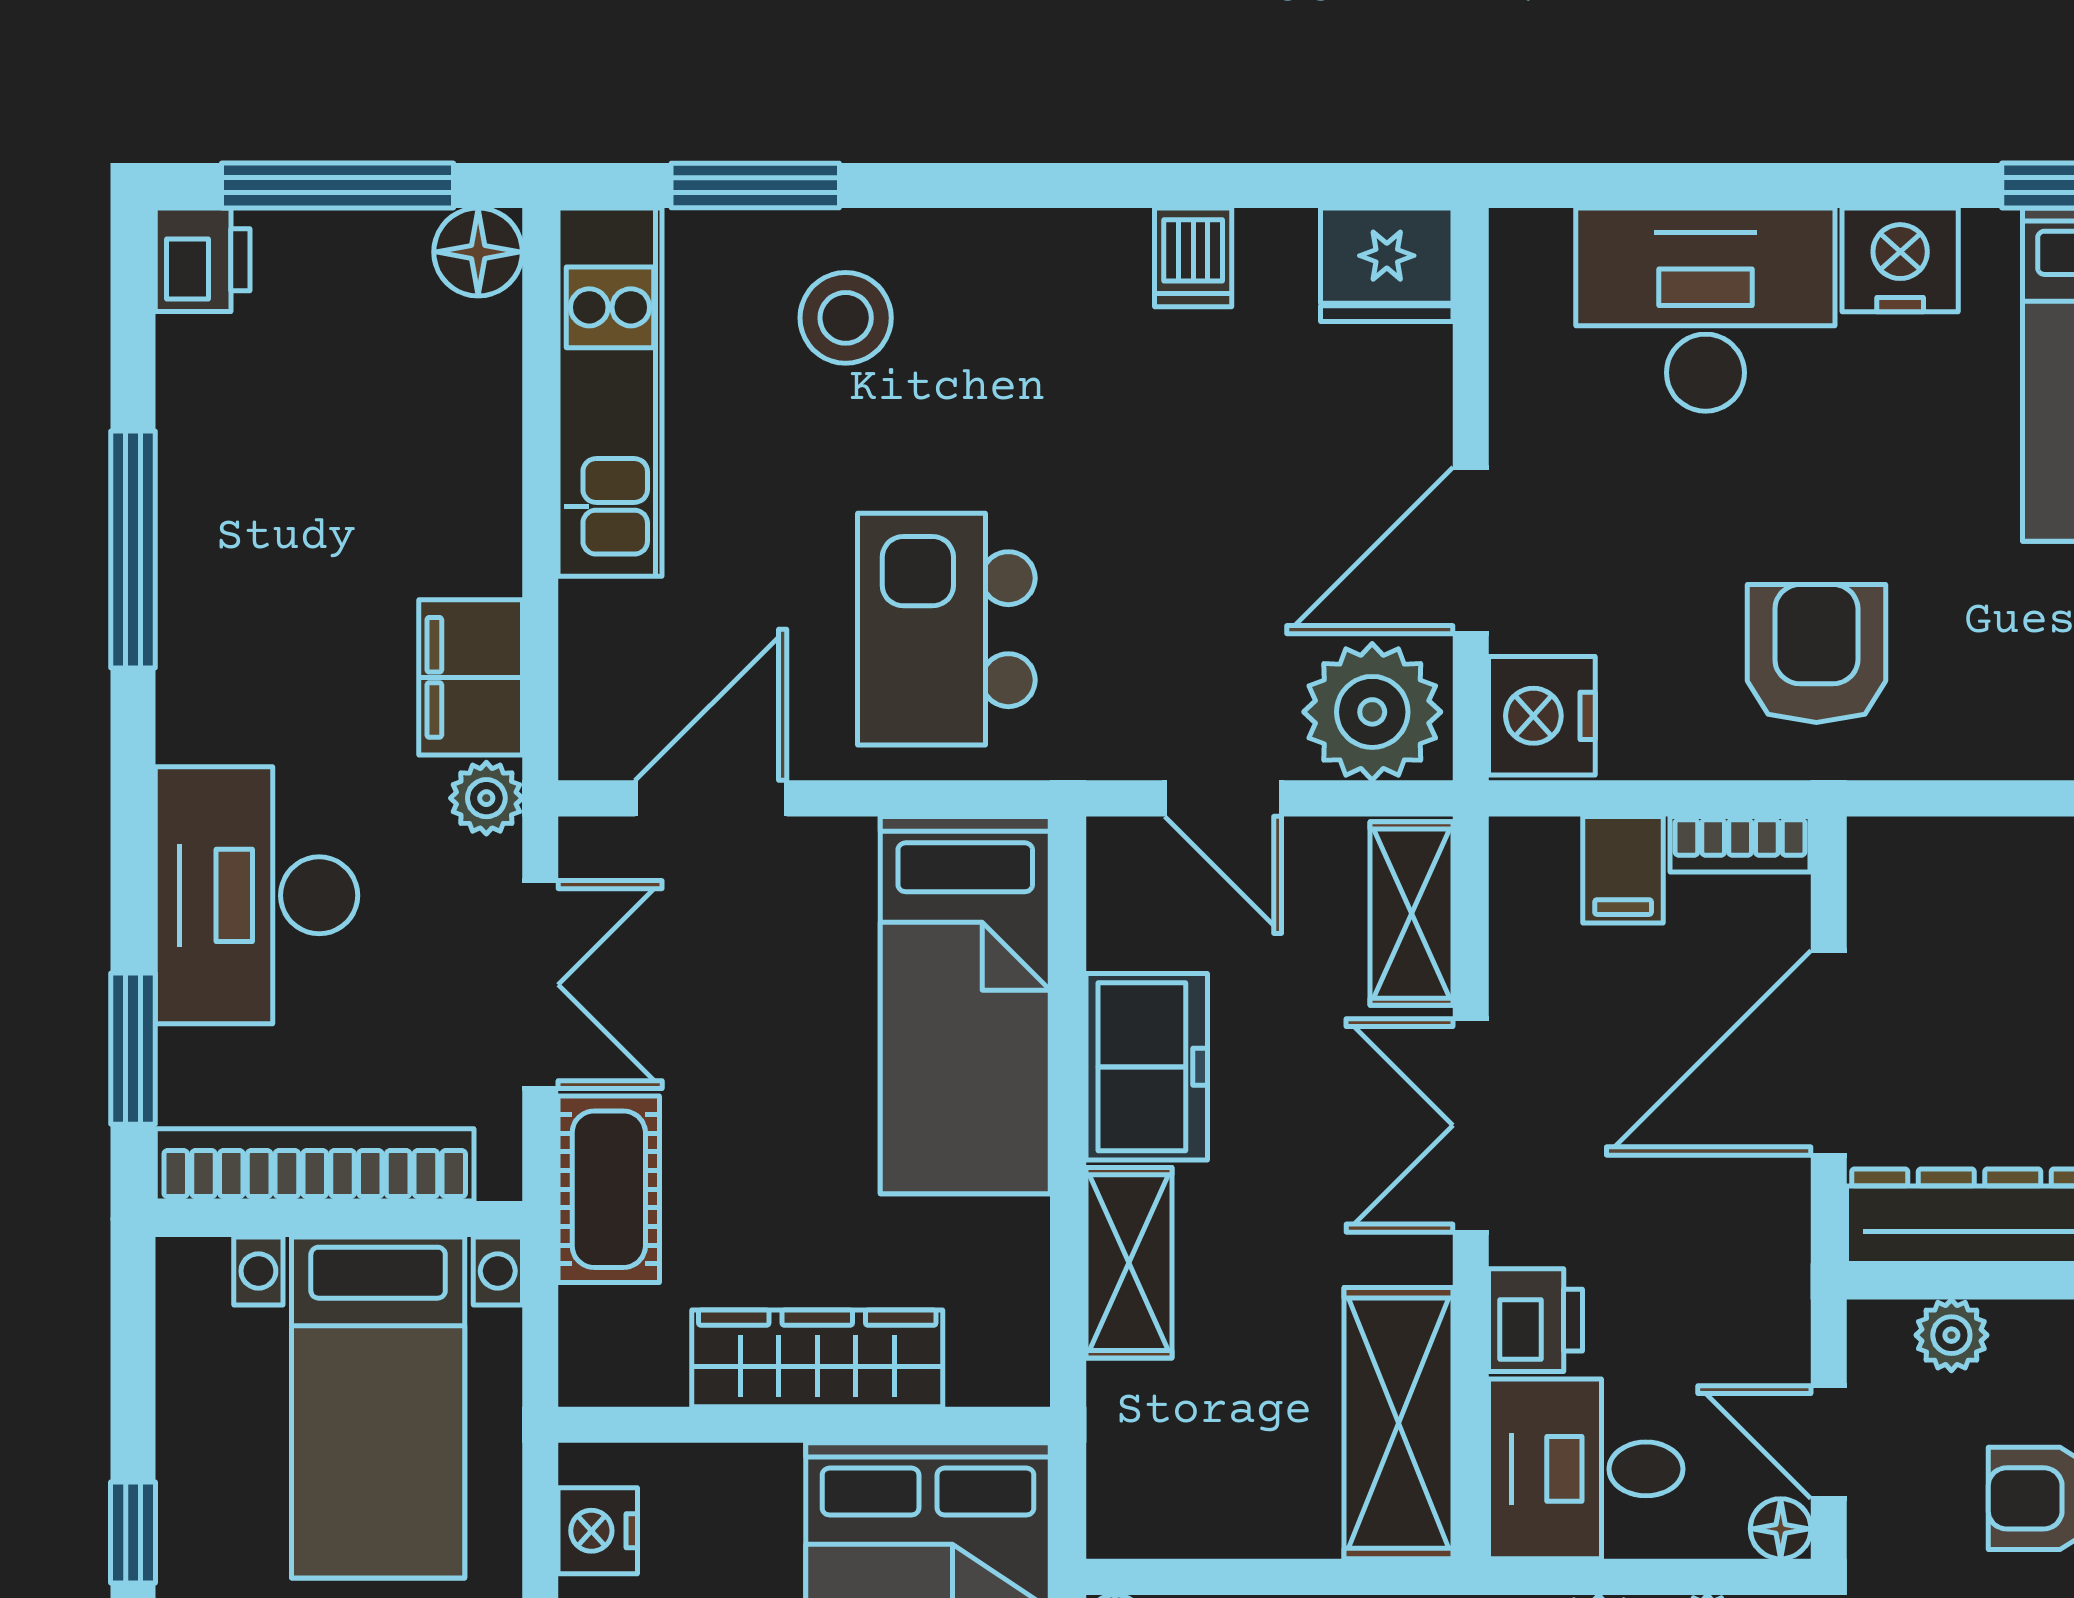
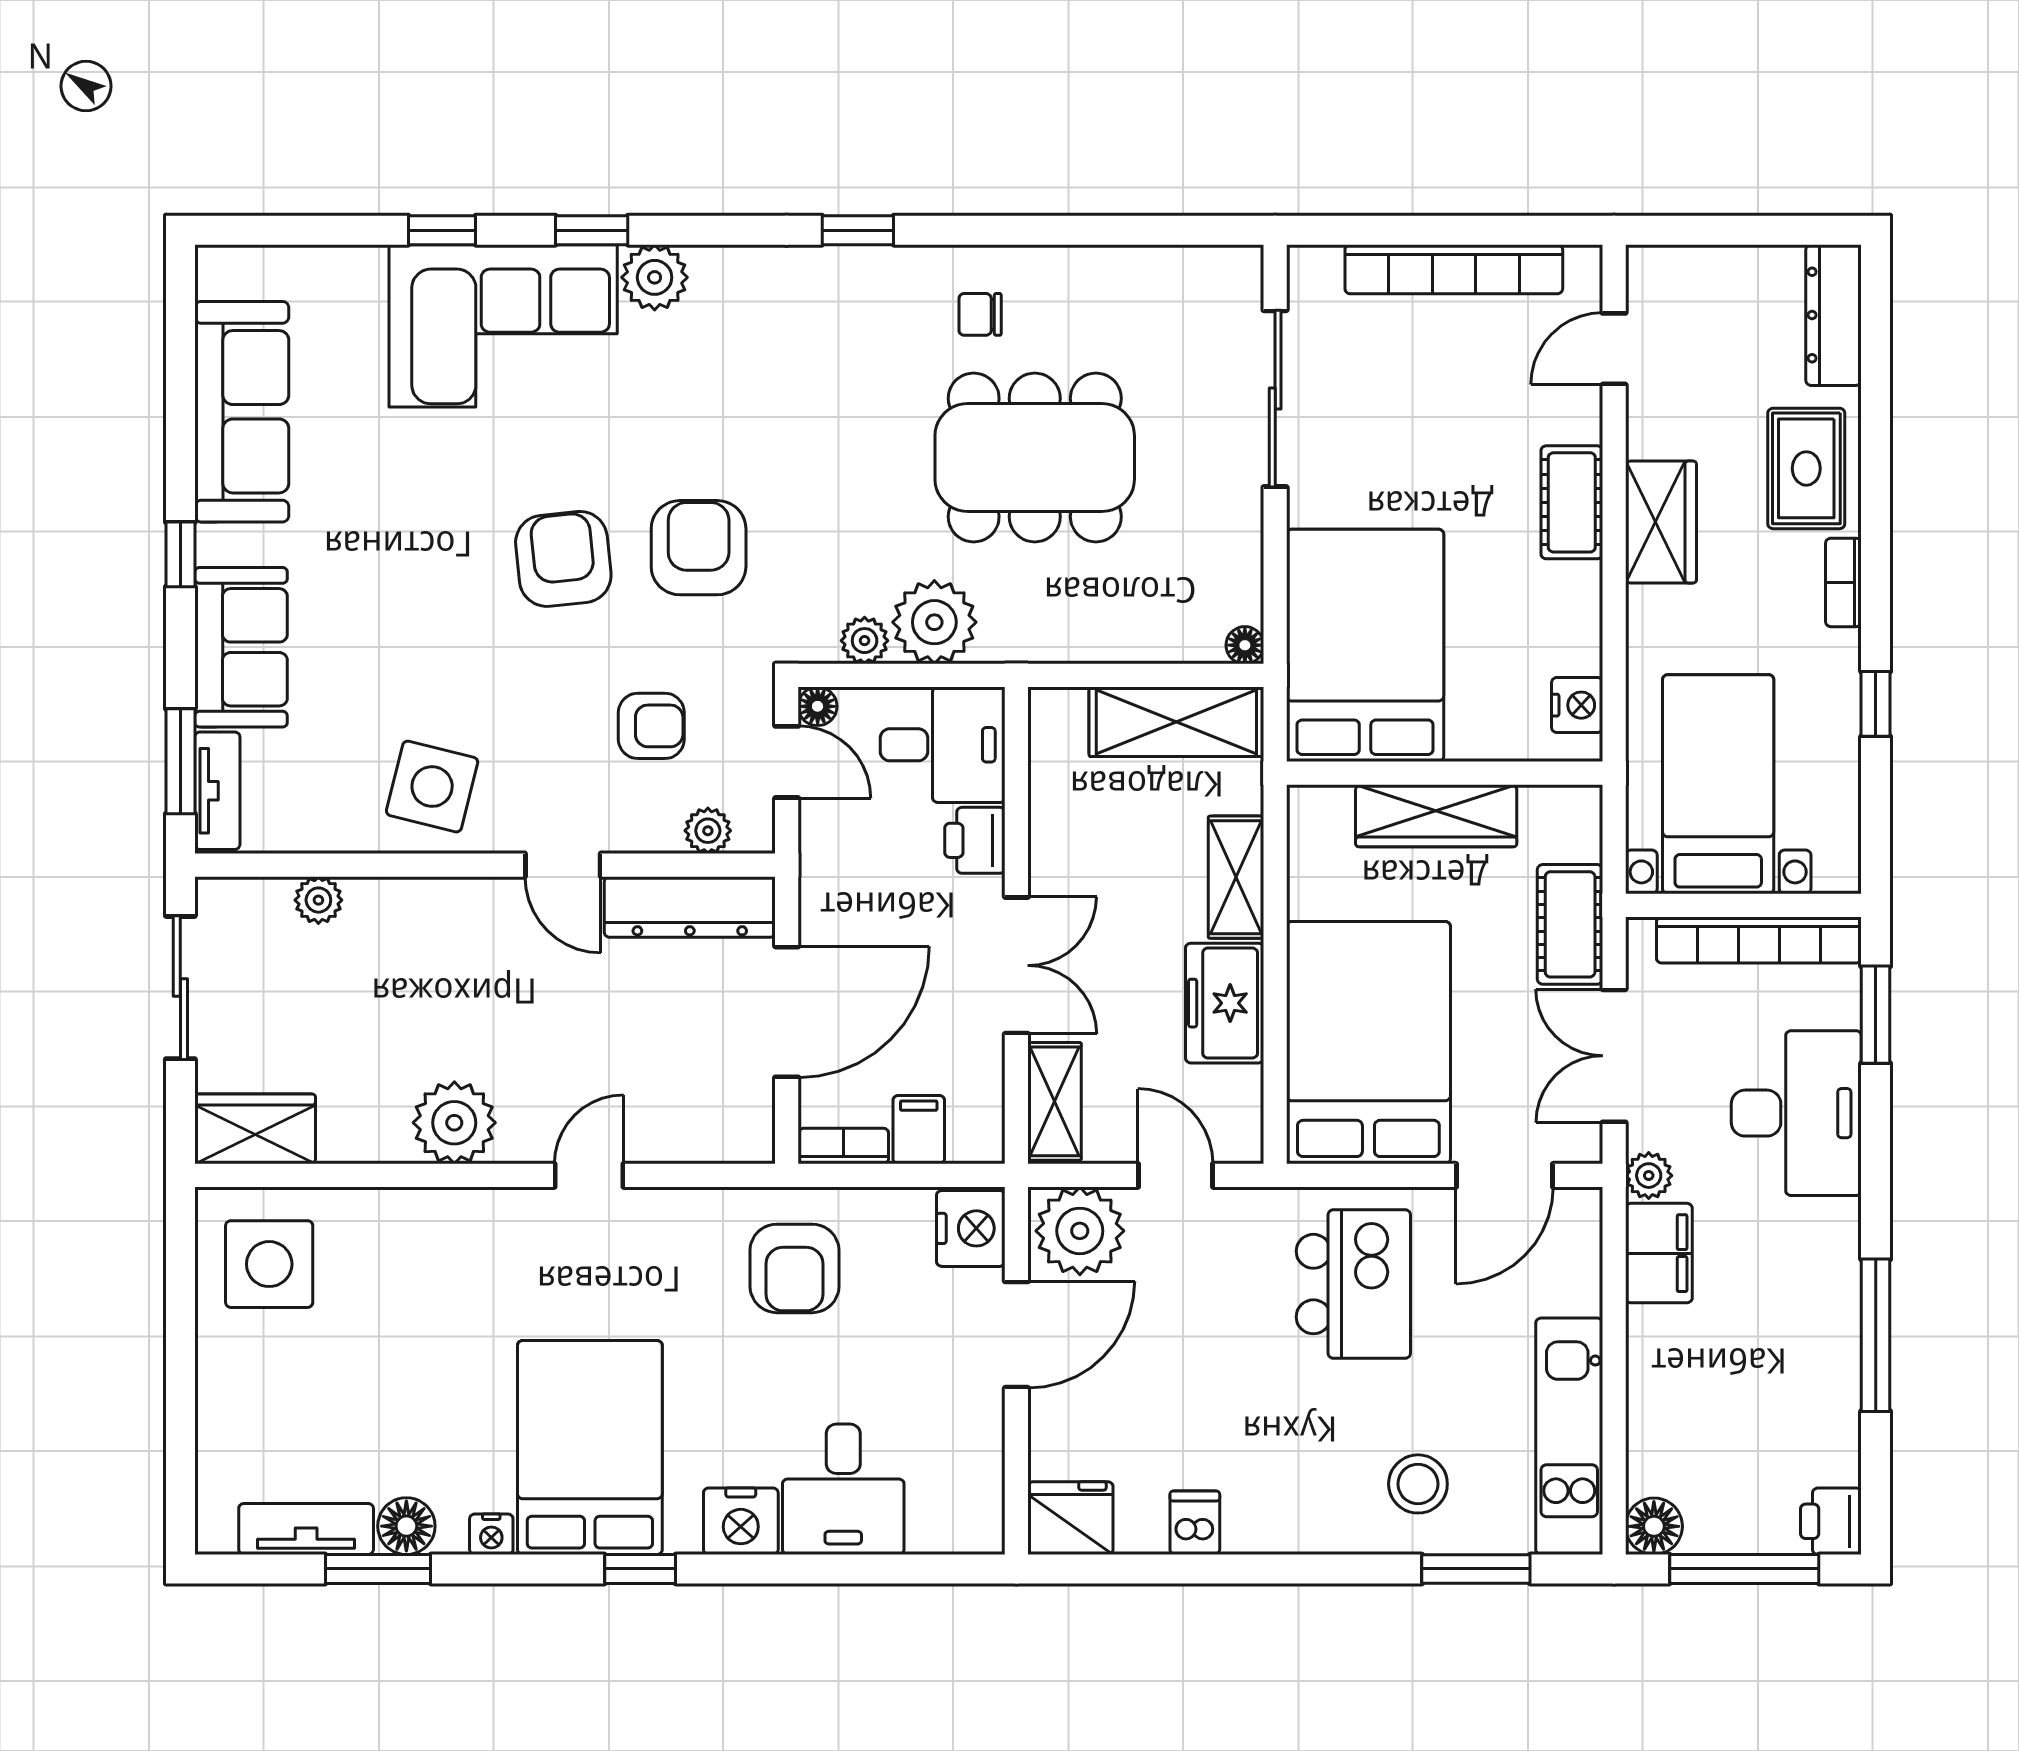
desk: (1705, 310) -> (843, 1489), width x0.73
bed: (965, 1005) -> (1368, 1043), width x1.50
shelving: (1399, 1423) -> (1176, 722), moved, turned 90

